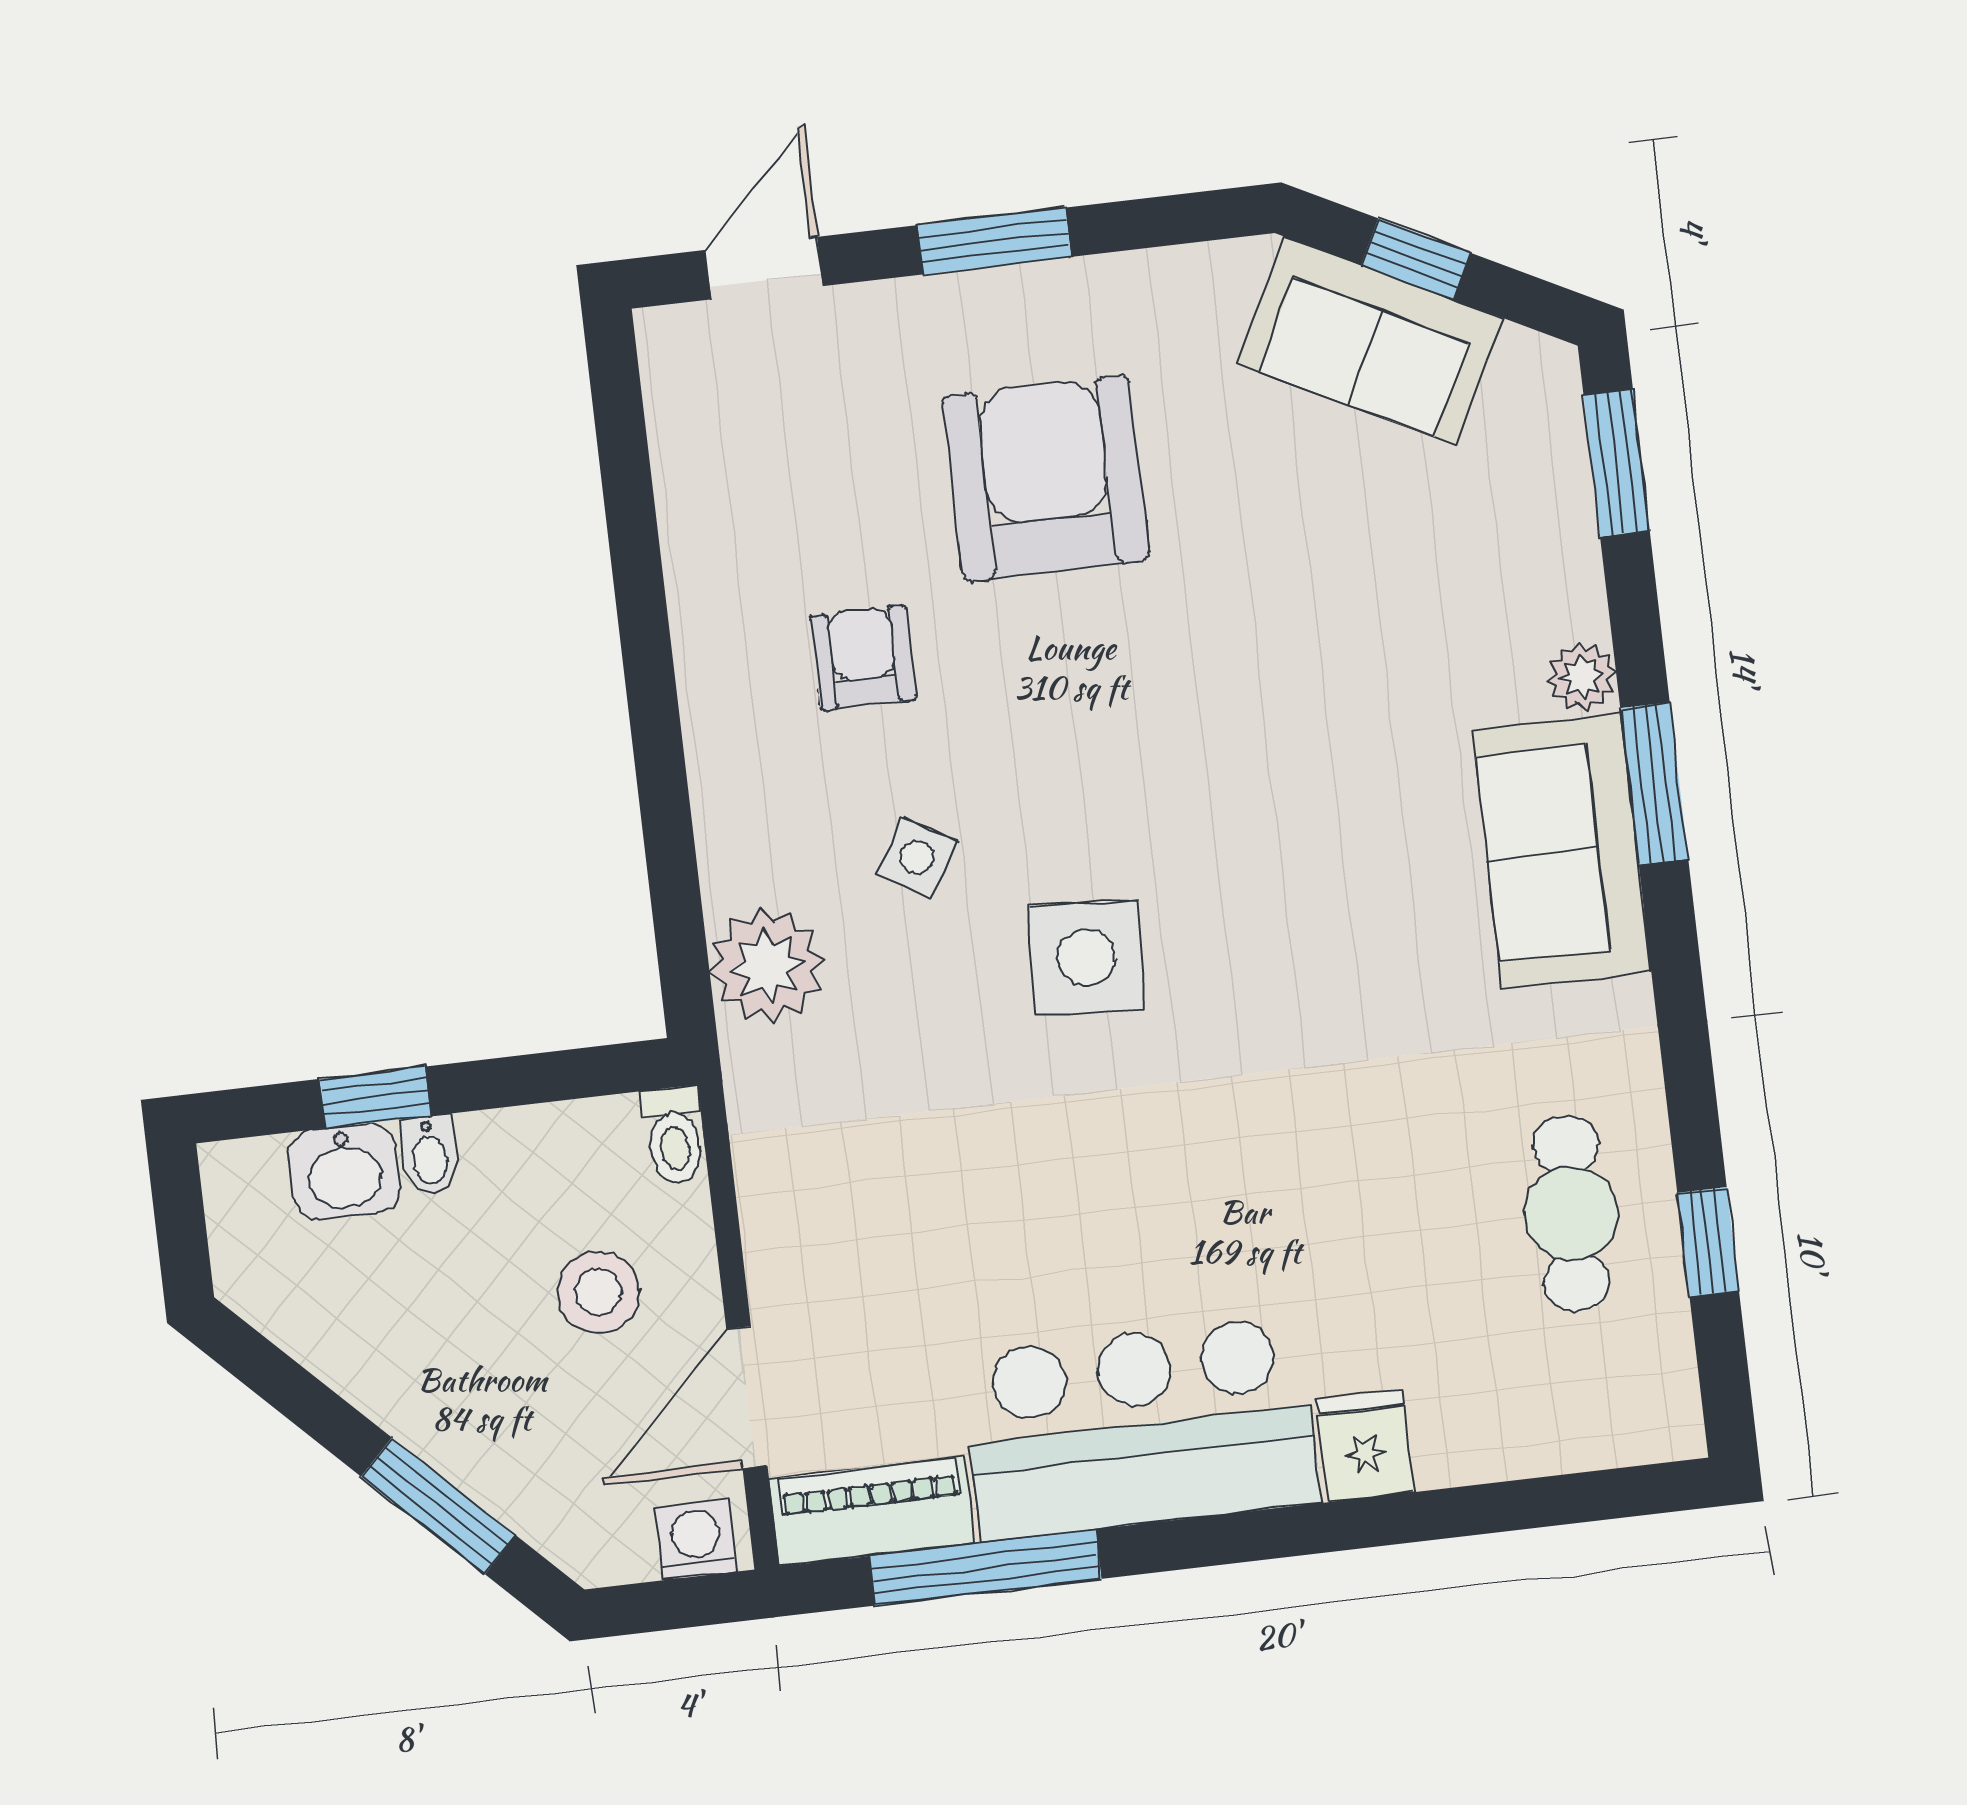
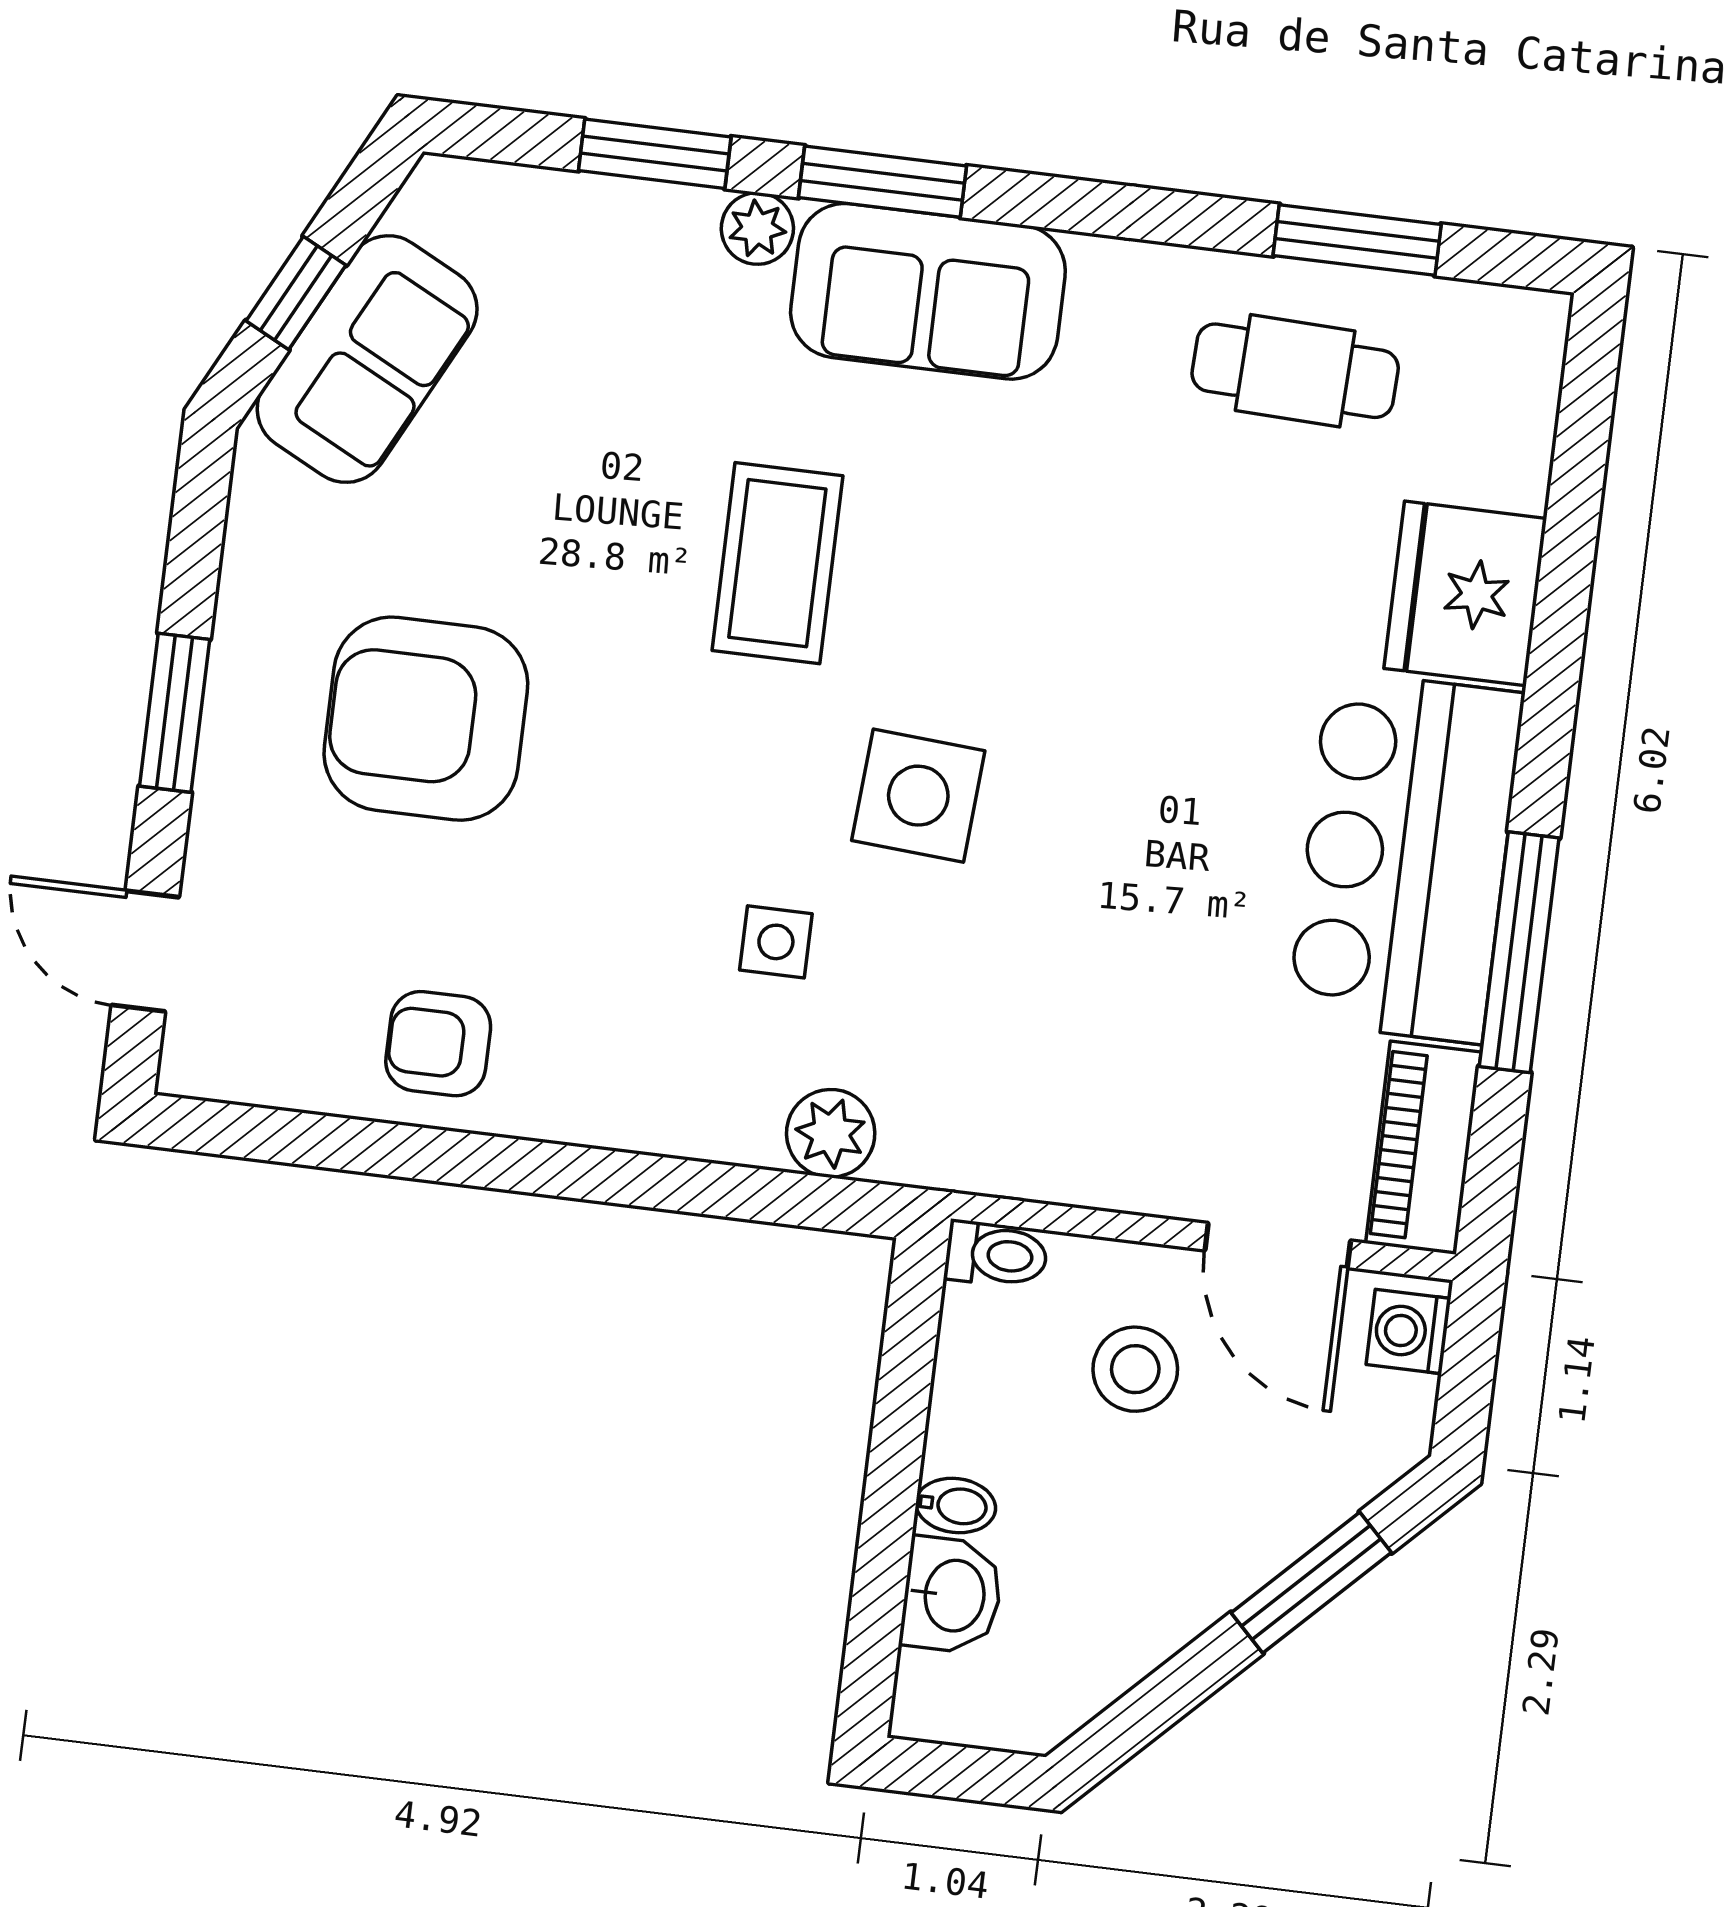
window: (1617, 463) -> (655, 154), moved
armchair: (863, 657) -> (438, 1044), moved
coffee table: (1273, 772) -> (777, 563), added
side table: (917, 857) -> (776, 942), turned -32
plant: (767, 966) -> (831, 1133), width x0.73, depth x0.73
window: (375, 1097) -> (885, 1546), removed
window: (1708, 1242) -> (1357, 240), width x1.50
fridge: (1365, 1446) -> (1465, 593), width x1.88, depth x1.34
window: (985, 1568) -> (1519, 952), moved

